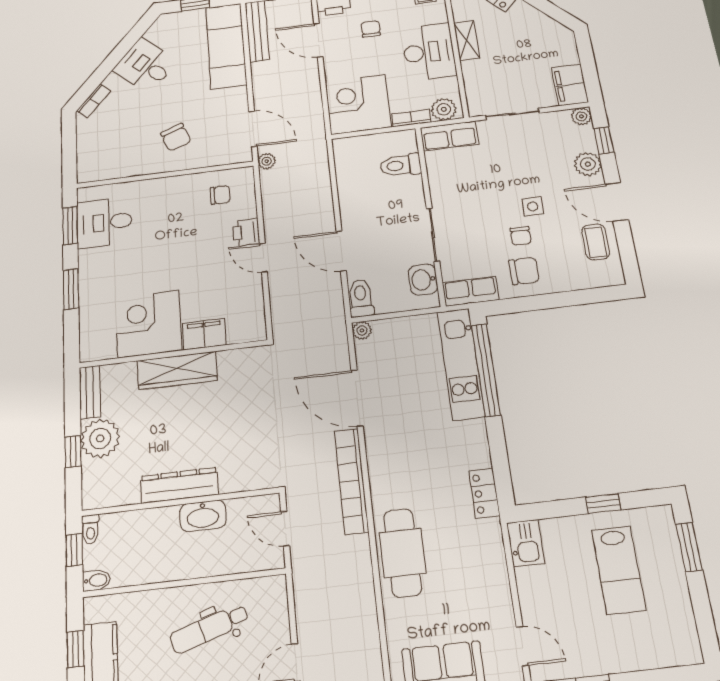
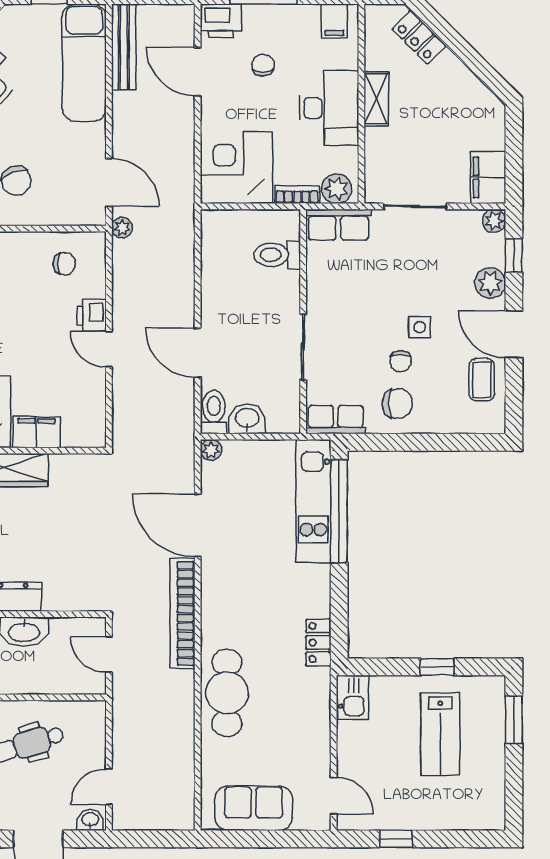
washbasin: (423, 280) -> (247, 419), moved, turned 90

